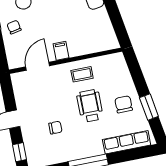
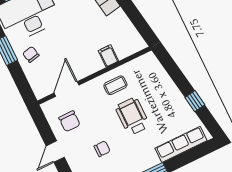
filing cabinet: (61, 51) -> (108, 56), moved
chair: (124, 104) -> (69, 121), moved, turned 180
window: (149, 107) -> (195, 101), width x0.67

